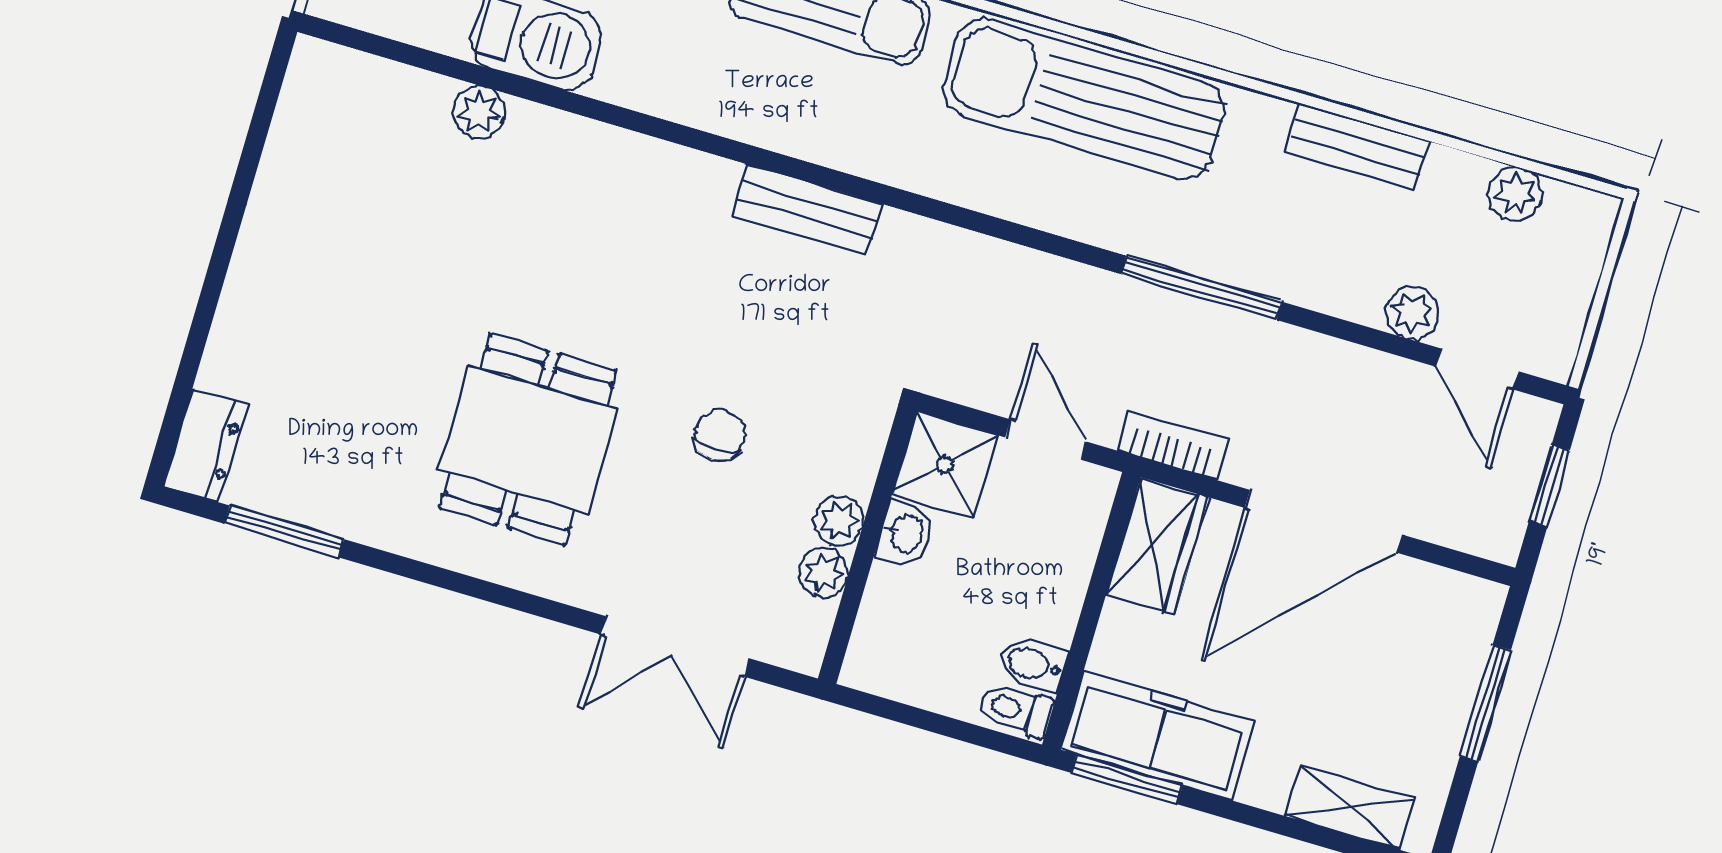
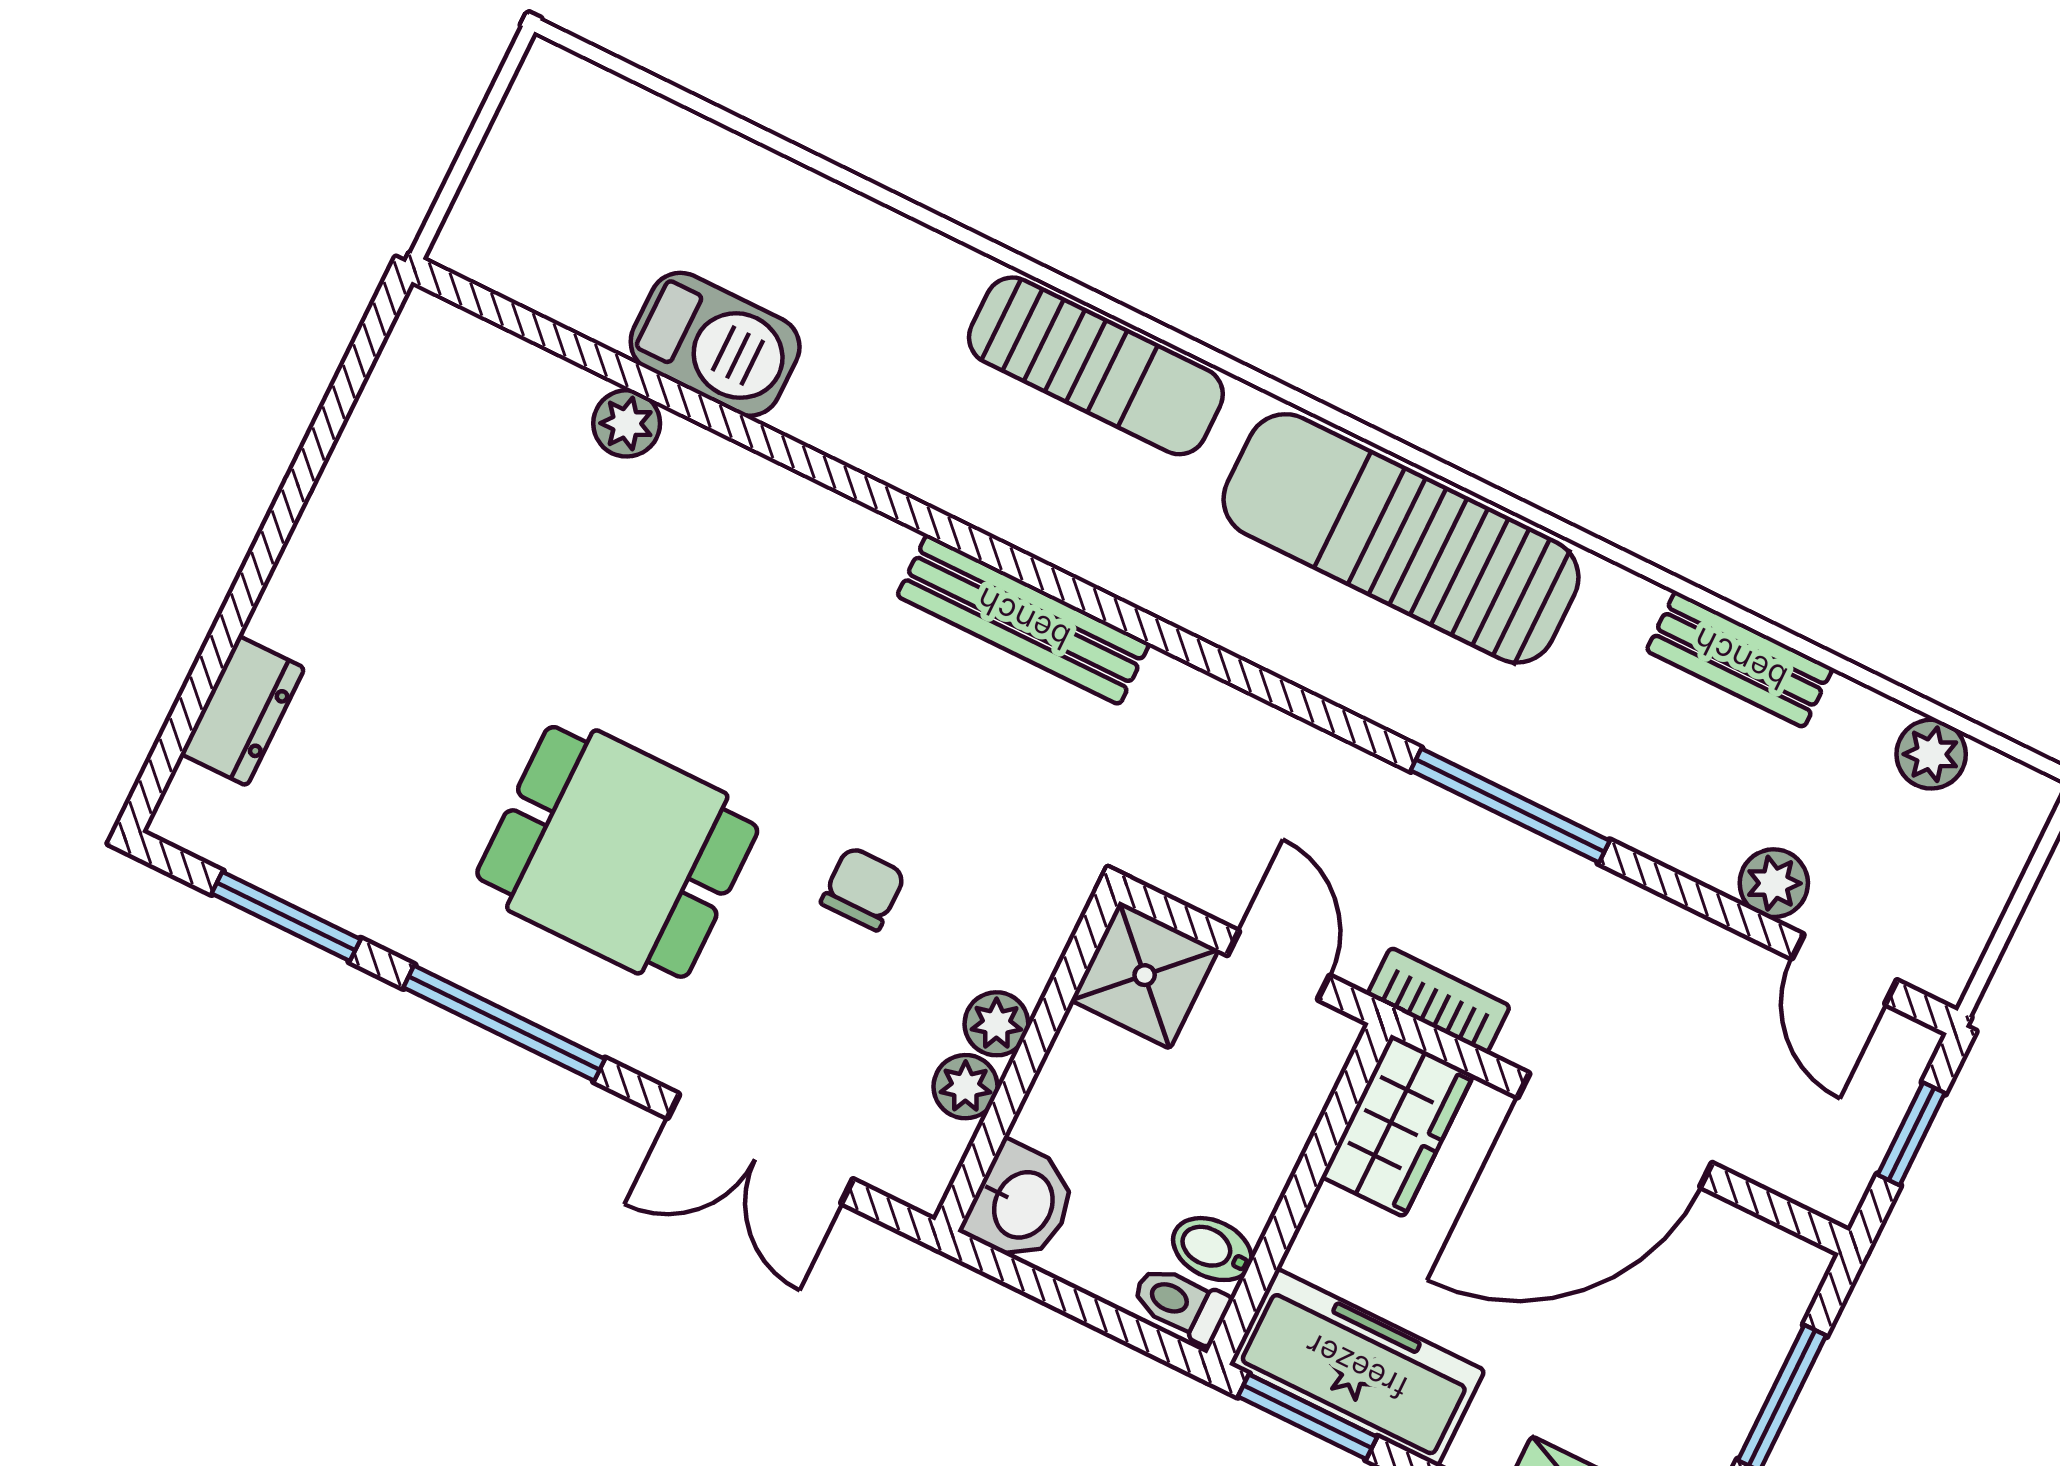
bench: (807, 210) -> (1023, 619), width x1.36
dining table: (528, 439) -> (617, 852), turned 90
dresser: (205, 445) -> (243, 711), moved
washbasin: (905, 533) -> (1021, 1204), moved, width x1.38, depth x1.45
window: (464, 584) -> (504, 1023), added

